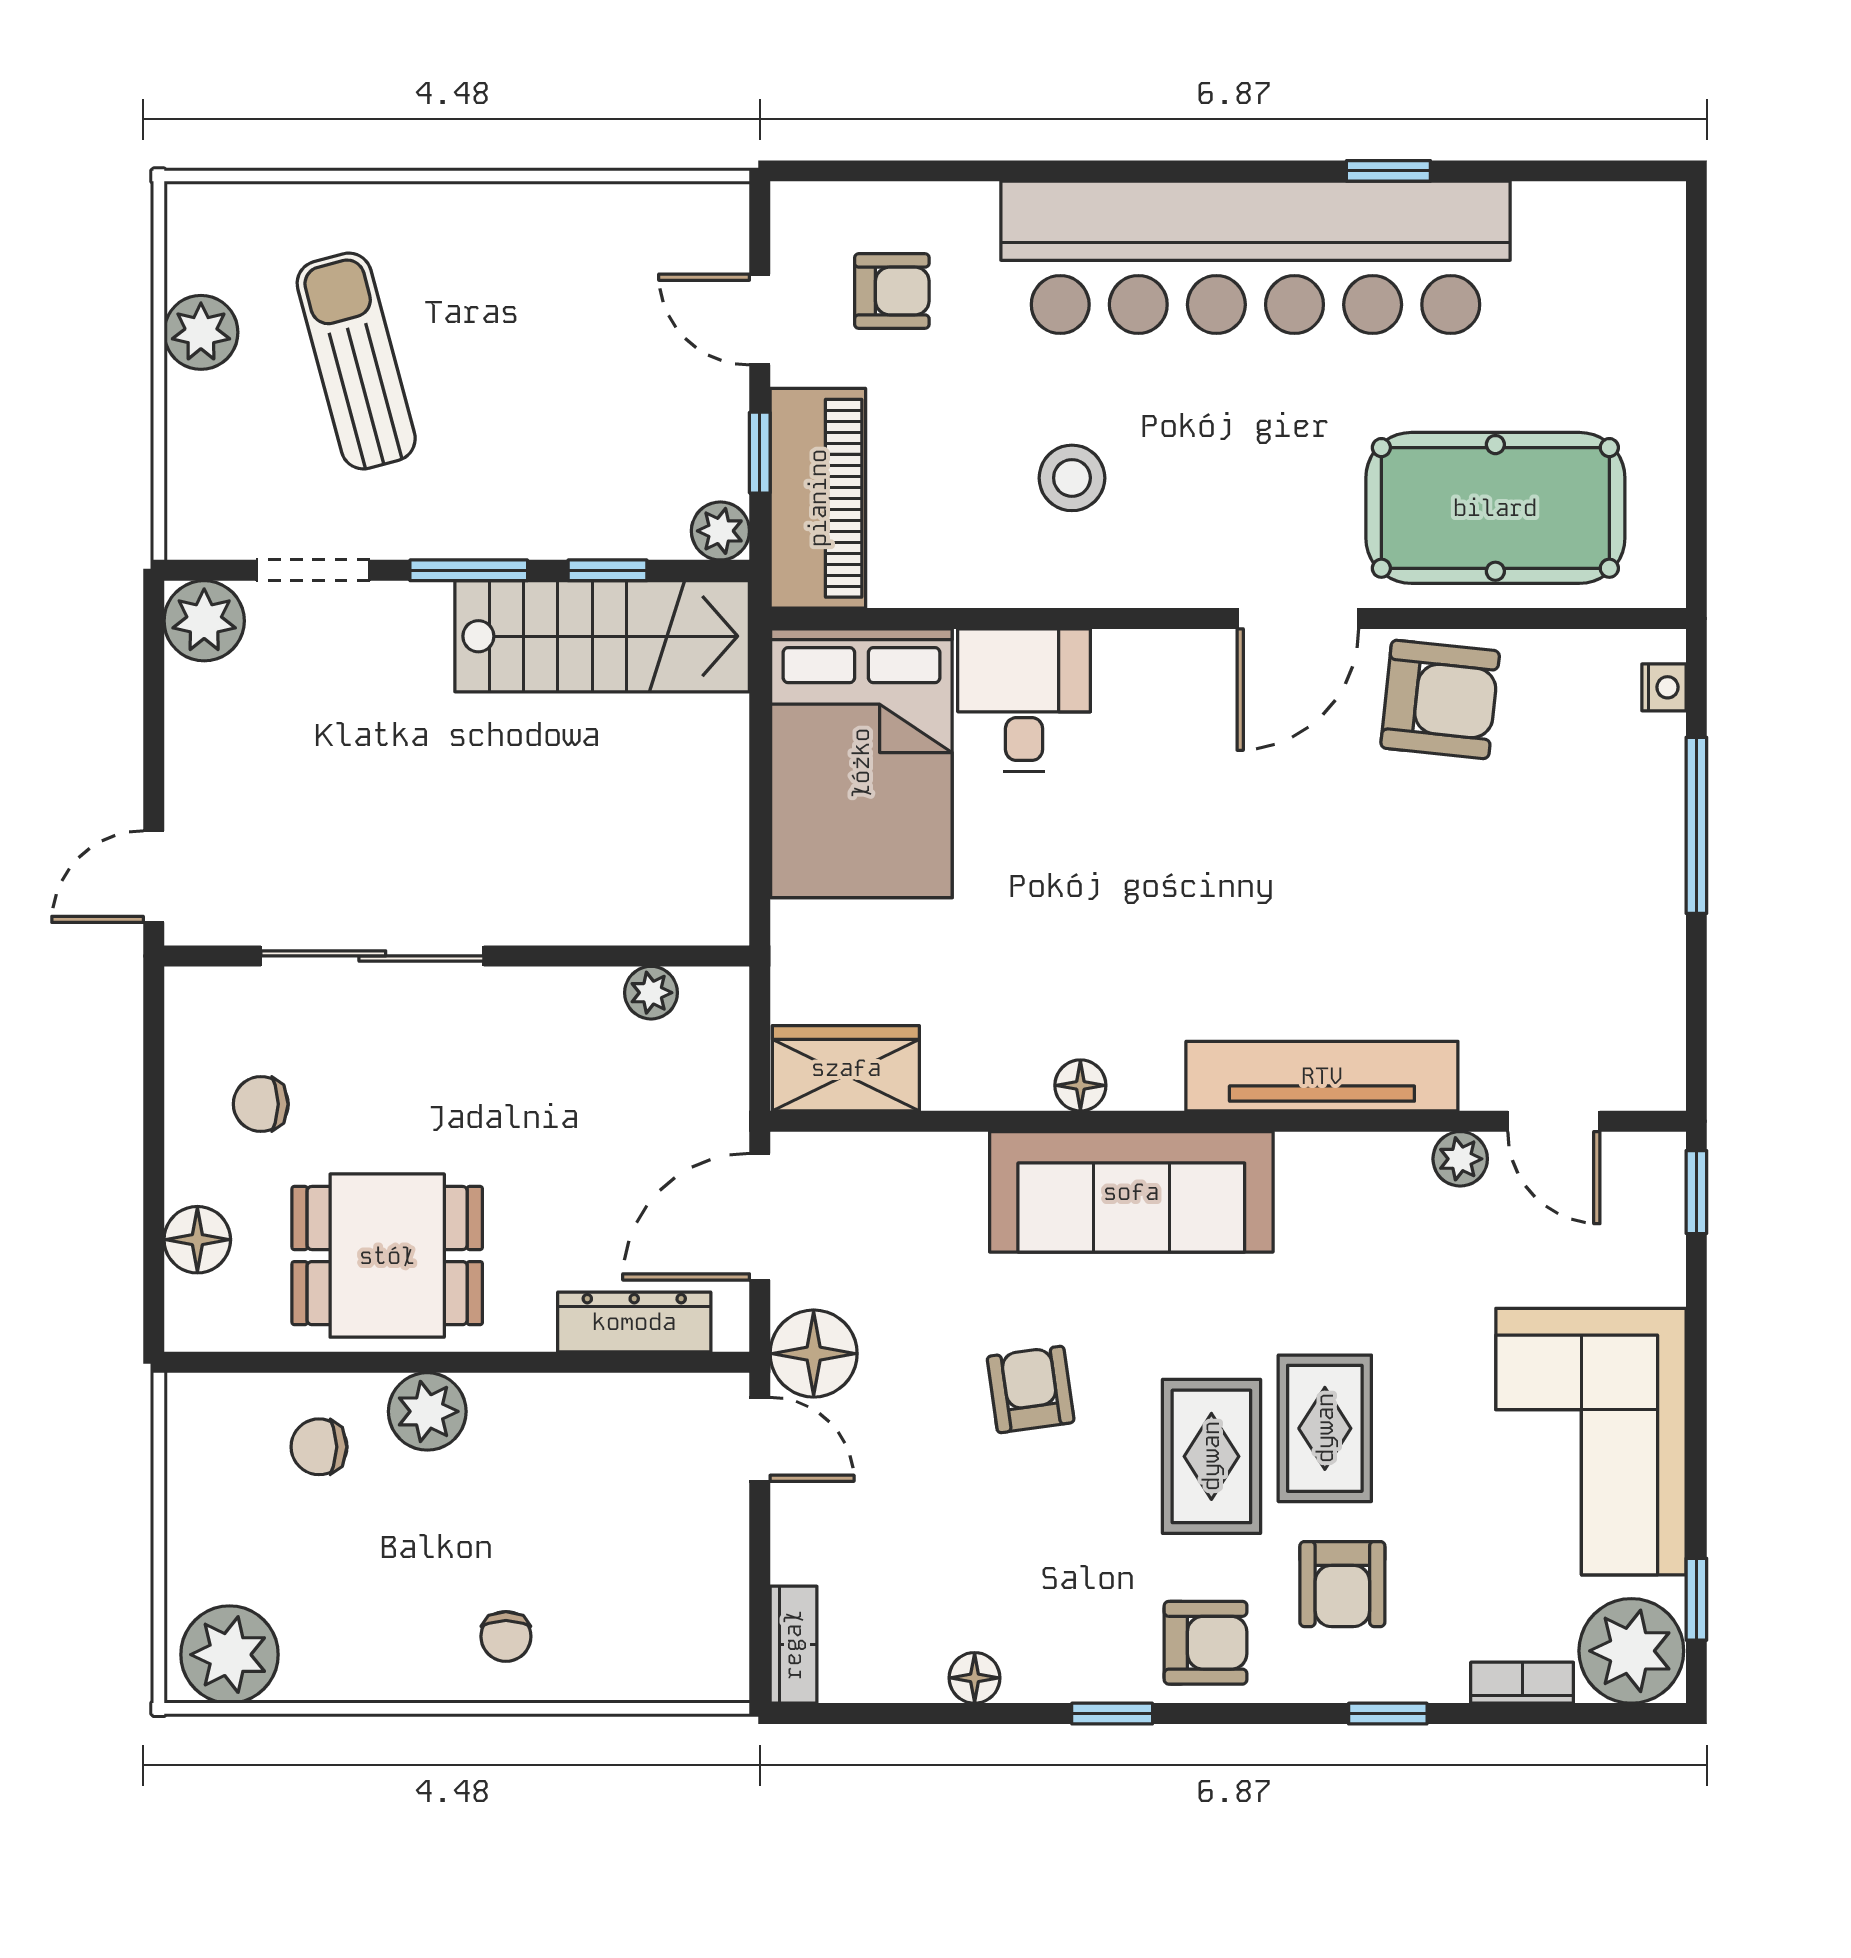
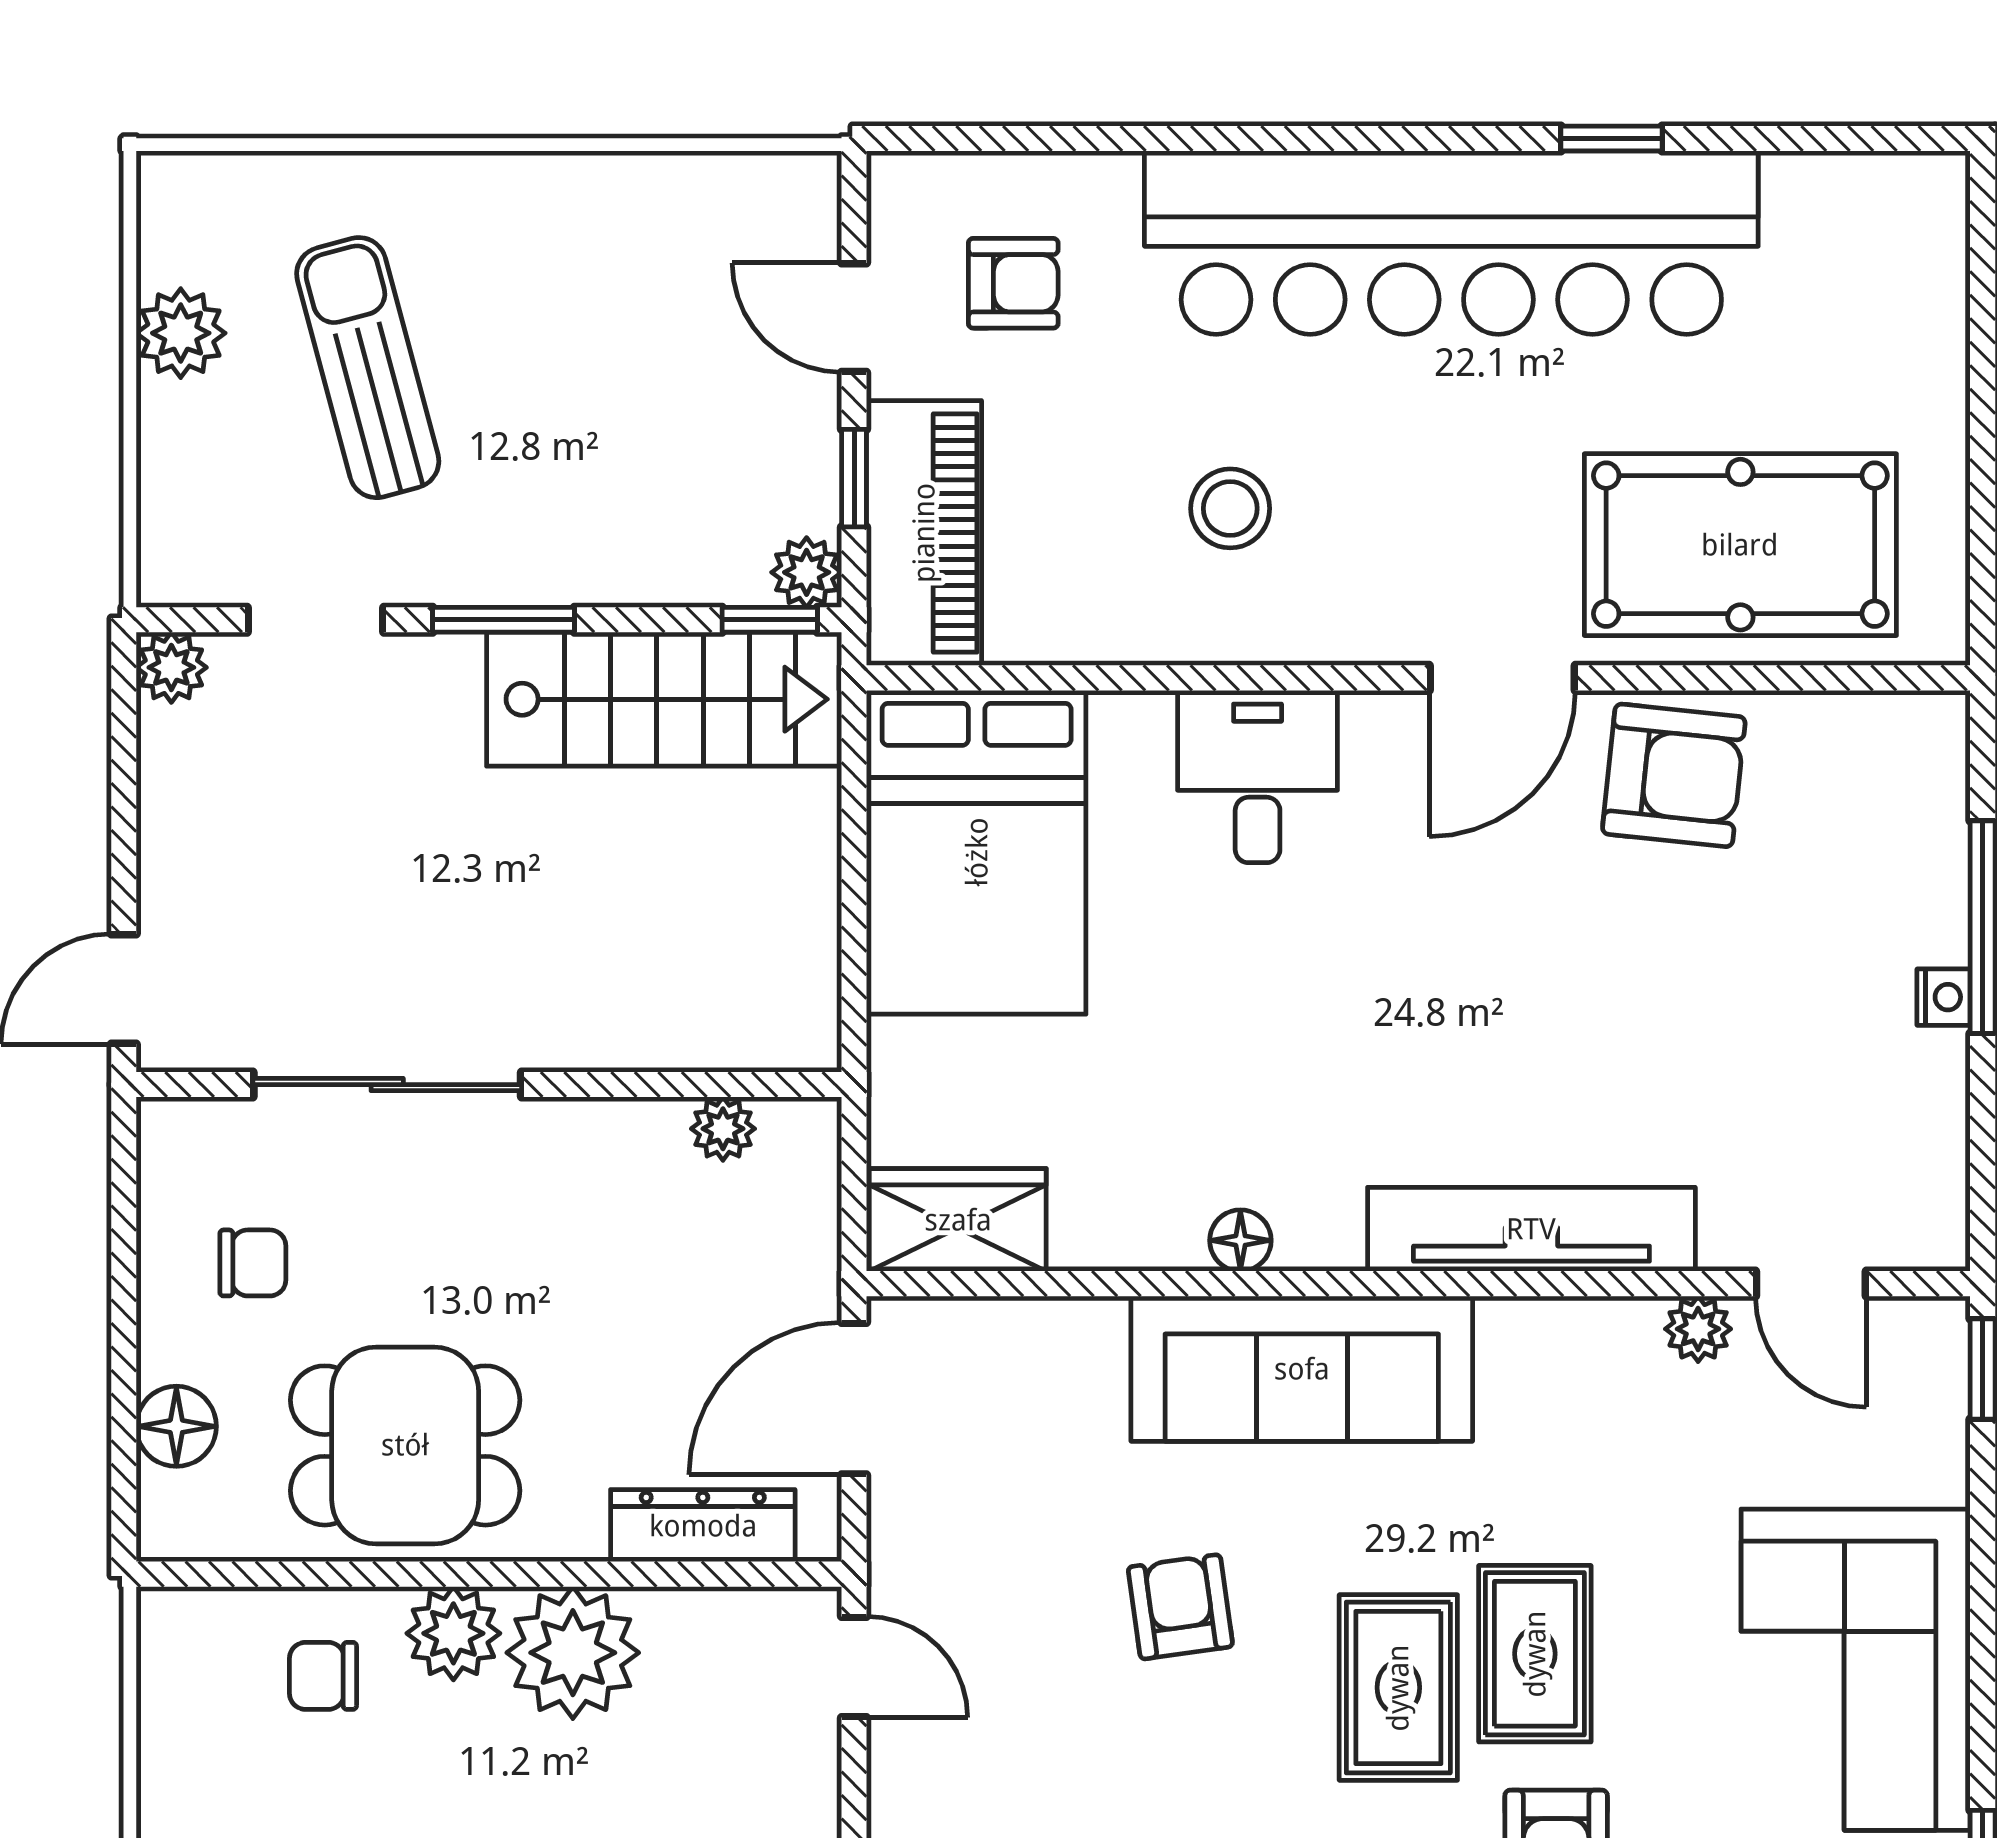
window: (607, 570) -> (770, 620), moved
plant: (204, 621) -> (171, 667), width x0.73, depth x0.73
nightstand: (1664, 687) -> (1944, 997), moved
desk: (1024, 700) -> (1258, 777), moved
chair: (261, 1104) -> (253, 1263), turned 180
floor lamp: (814, 1354) -> (919, 1564), removed
plant: (526, 1427) -> (573, 1653), added

